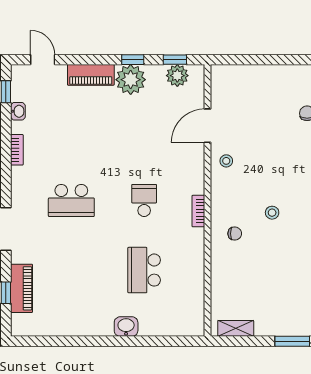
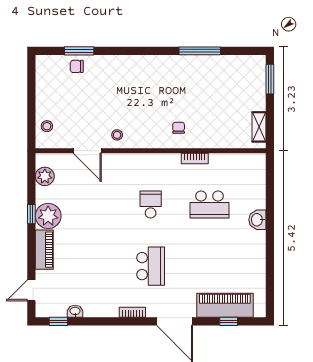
window: (175, 60) -> (31, 178), removed
bookcase: (17, 150) -> (132, 312), moved
school desk: (144, 200) -> (151, 204), turned 90
bookcase: (198, 211) -> (195, 158), moved
stool: (272, 213) -> (47, 126), moved
piano: (22, 288) -> (225, 305), width x1.37, depth x1.33

